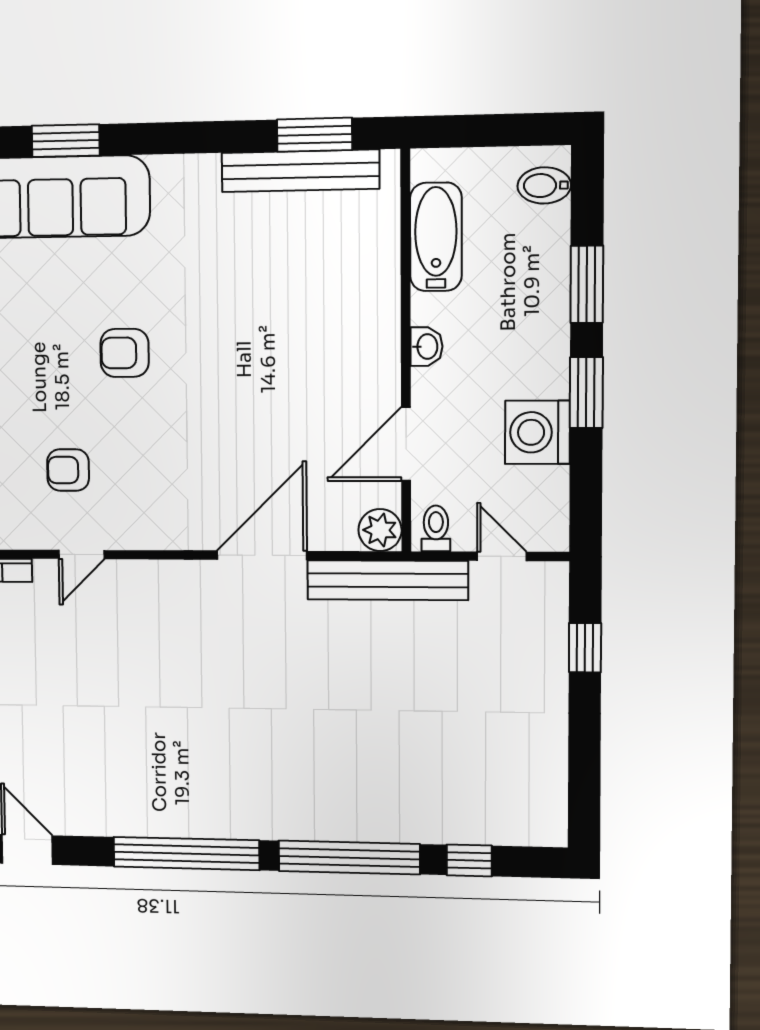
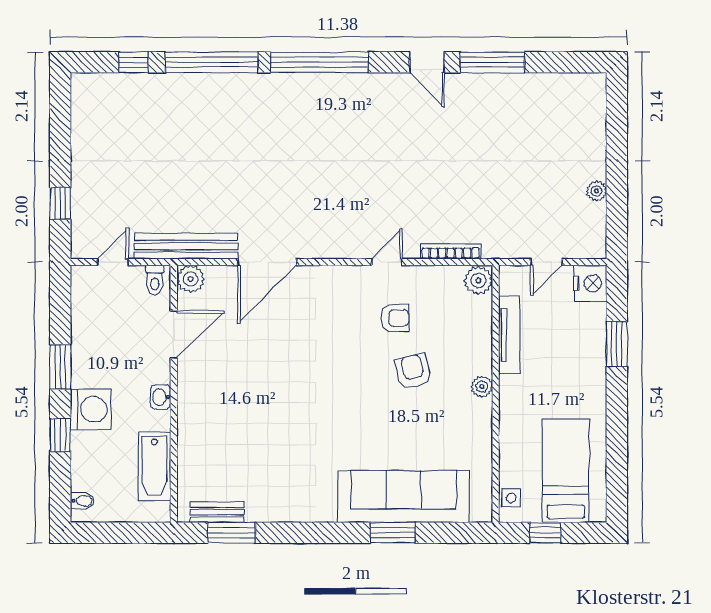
bench: (300, 171) -> (217, 512), width x0.54, depth x0.82
bidet: (544, 185) -> (82, 501), width x0.72, depth x0.74
window: (587, 284) -> (60, 435), width x0.67
armchair: (125, 353) -> (413, 371), moved, turned -104
washing machine: (537, 432) -> (91, 409), moved
door: (502, 556) -> (113, 262), swing flipped

